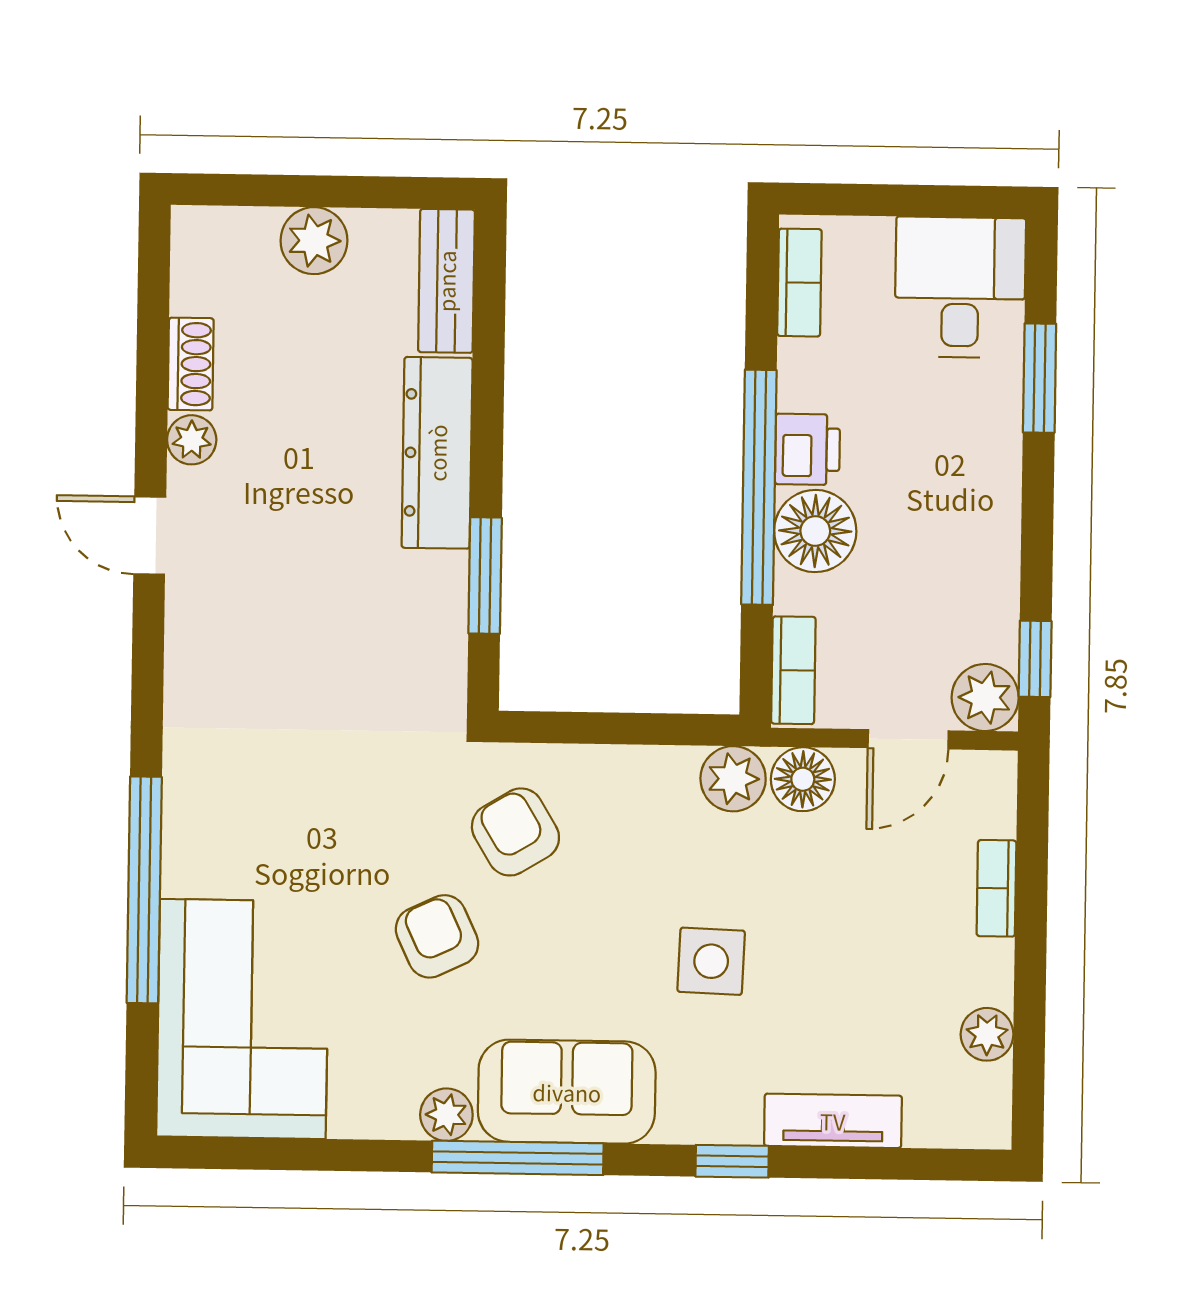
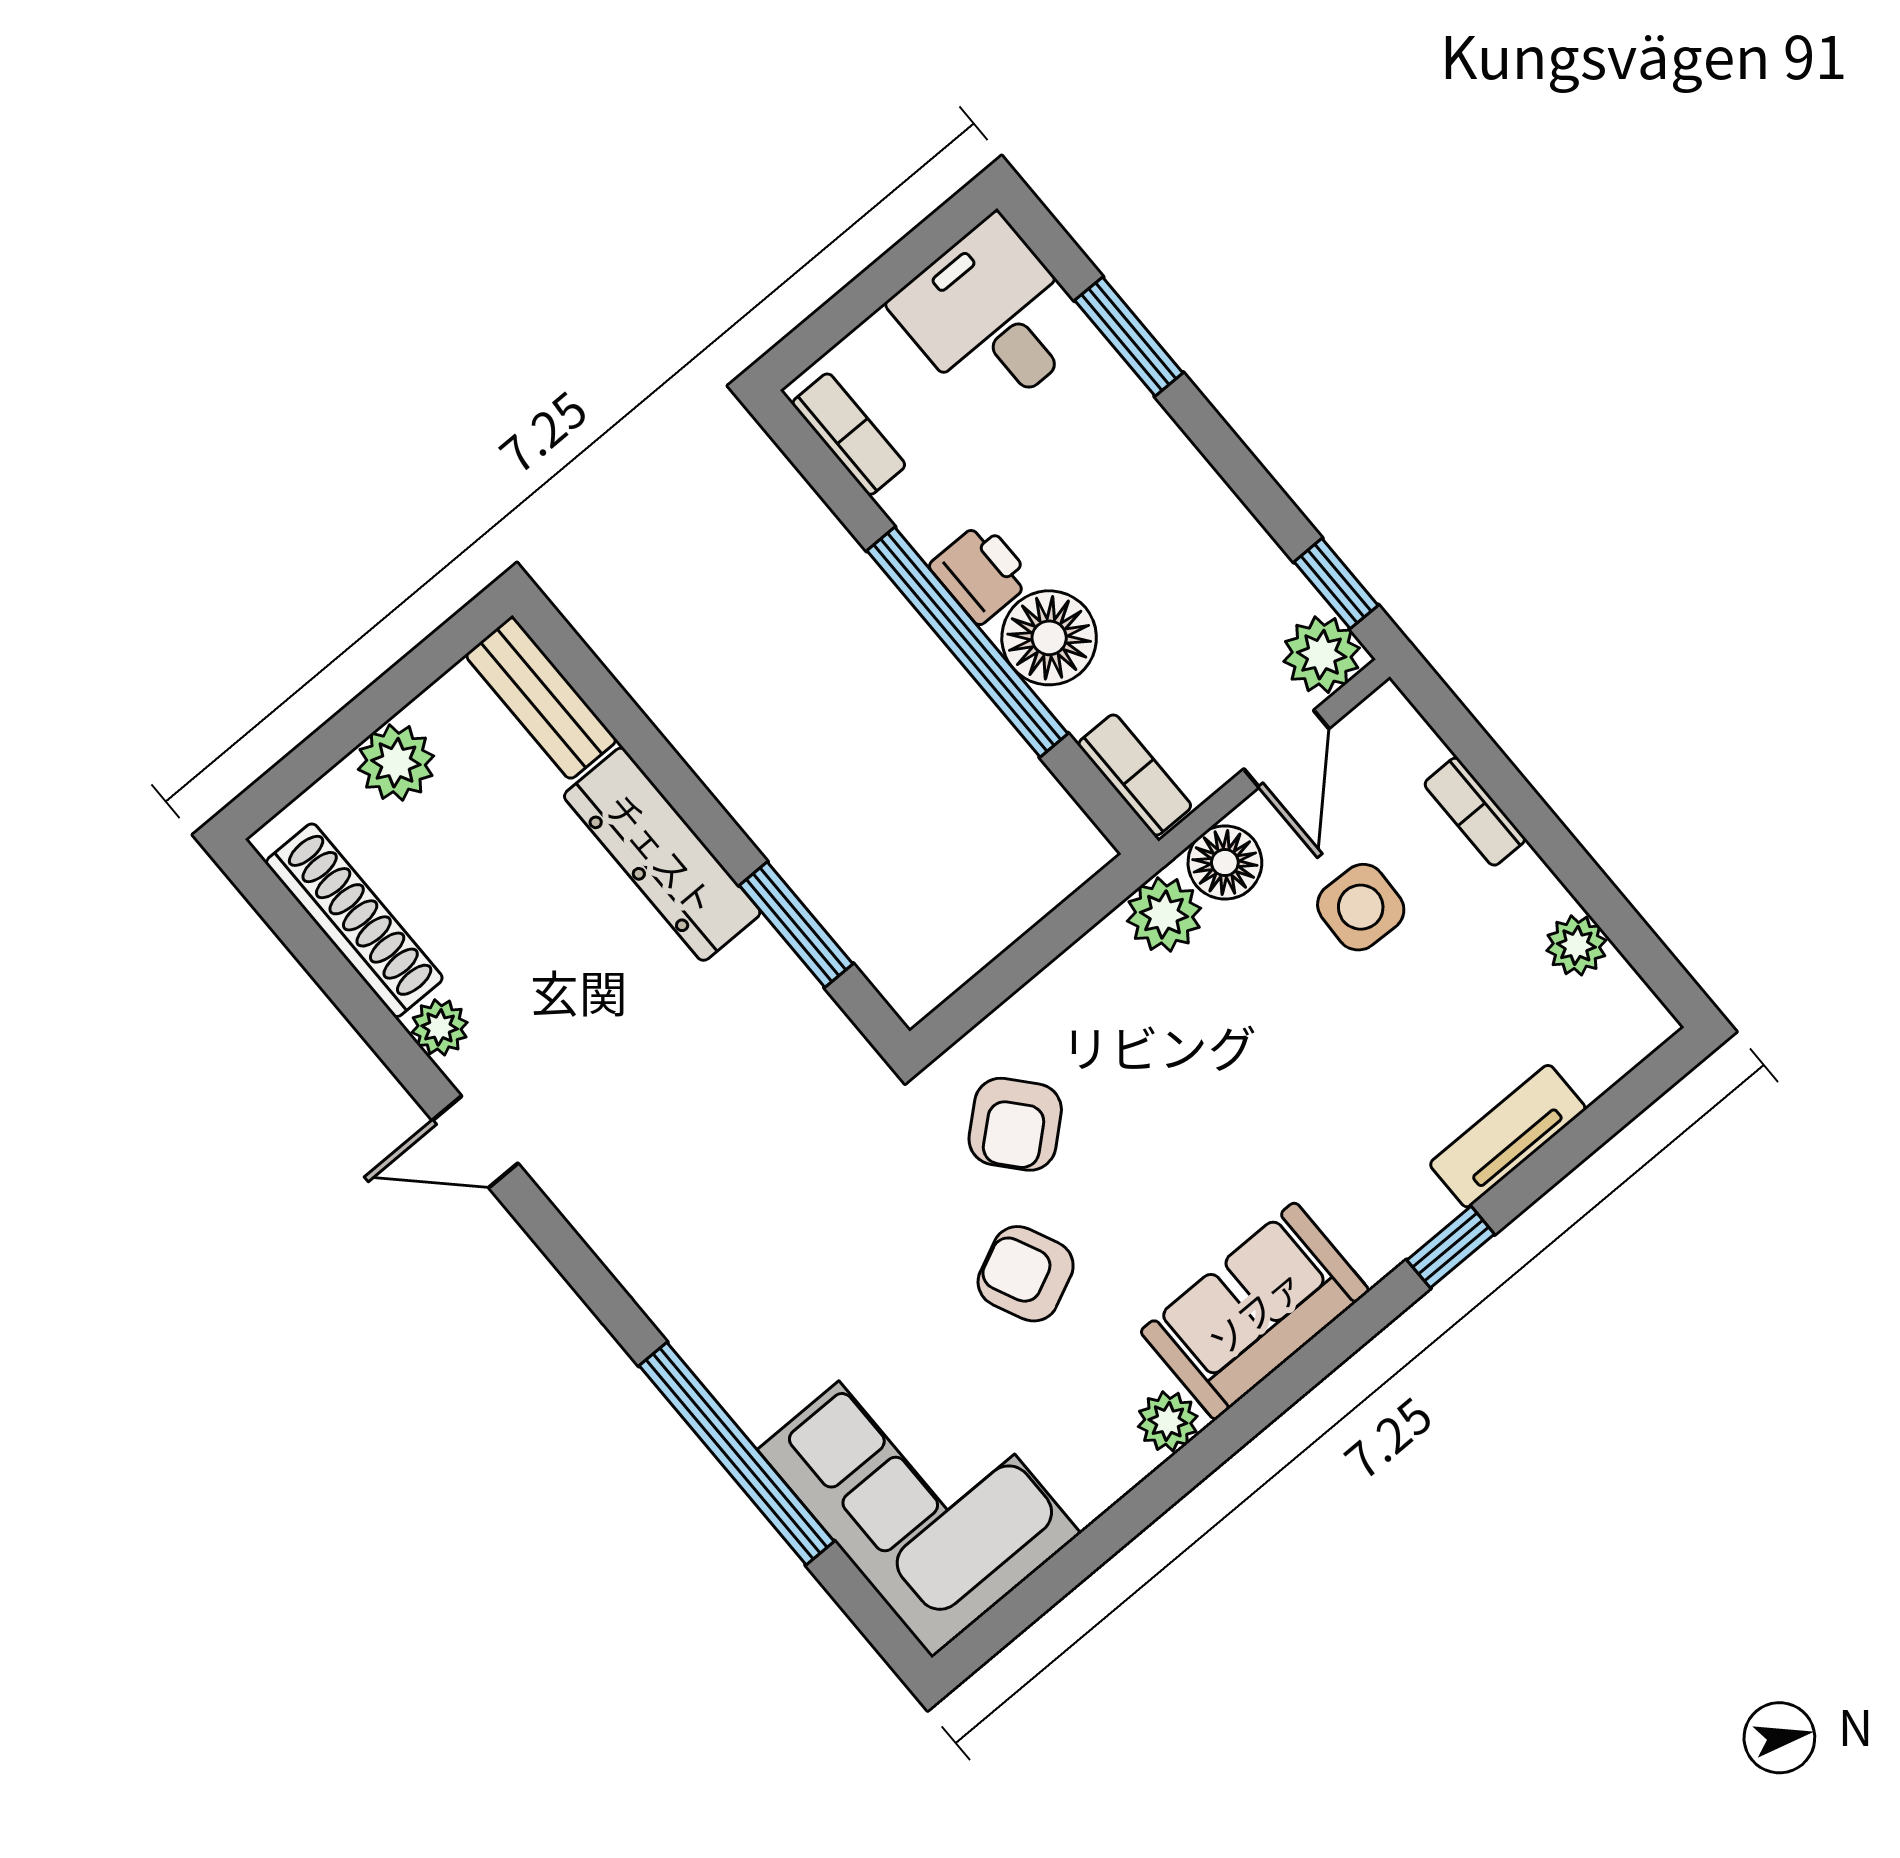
shoe rack: (191, 364) -> (354, 920), width x1.94, depth x1.24
armchair: (515, 832) -> (1015, 1124), turned -100
side table: (711, 961) -> (1361, 907), moved
window: (518, 1158) -> (1262, 1405), removed

